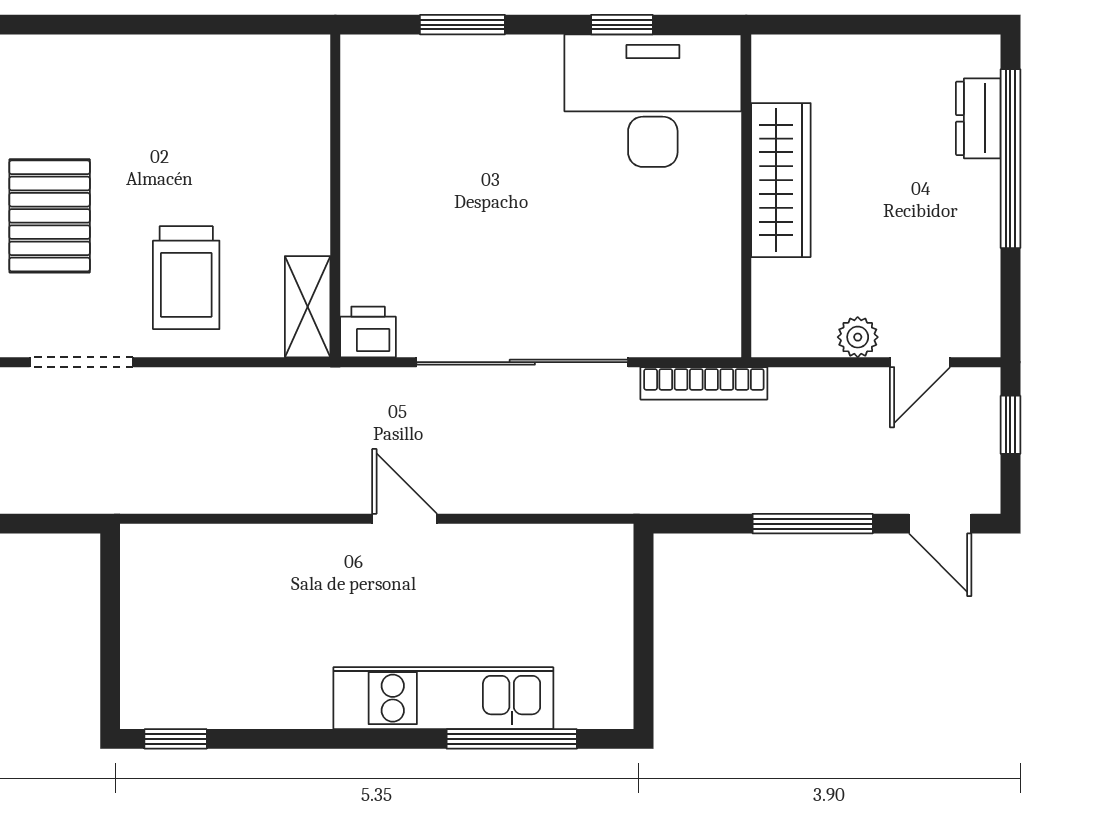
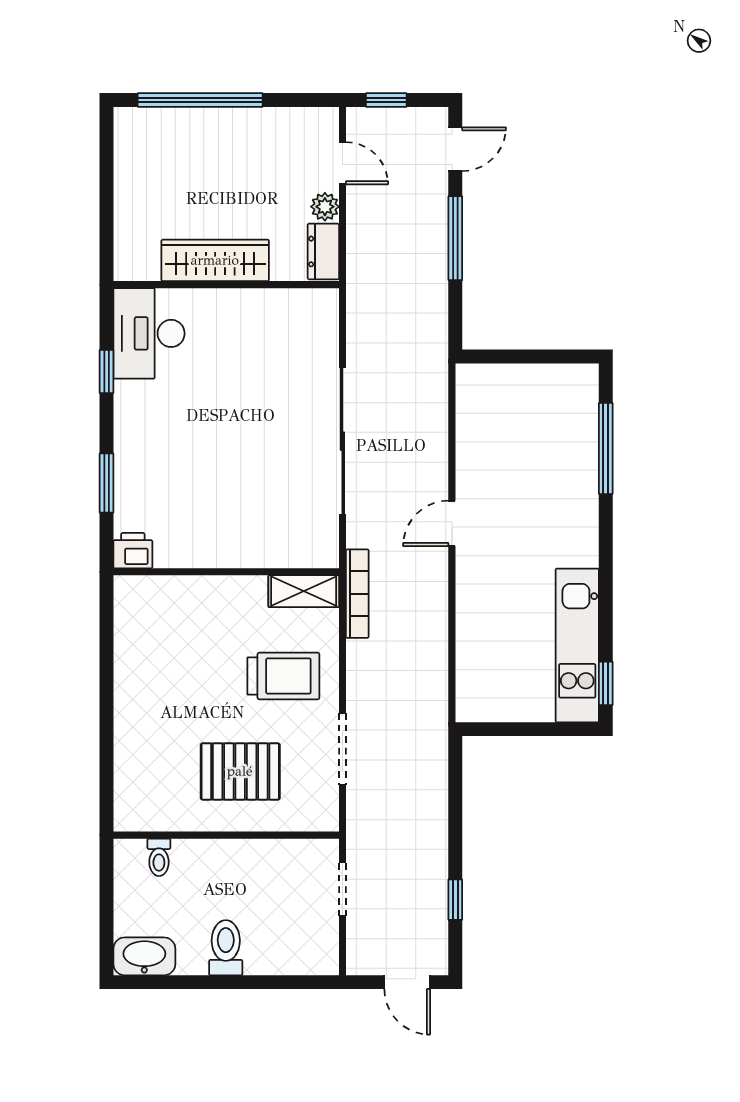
desk: (653, 101) -> (149, 333), width x0.73, depth x0.77
dresser: (978, 118) -> (323, 251), moved, turned 90
printer: (368, 332) -> (133, 551), moved, turned 90
bookcase: (704, 383) -> (357, 594), moved
kitchen unit: (443, 698) -> (577, 645), moved

